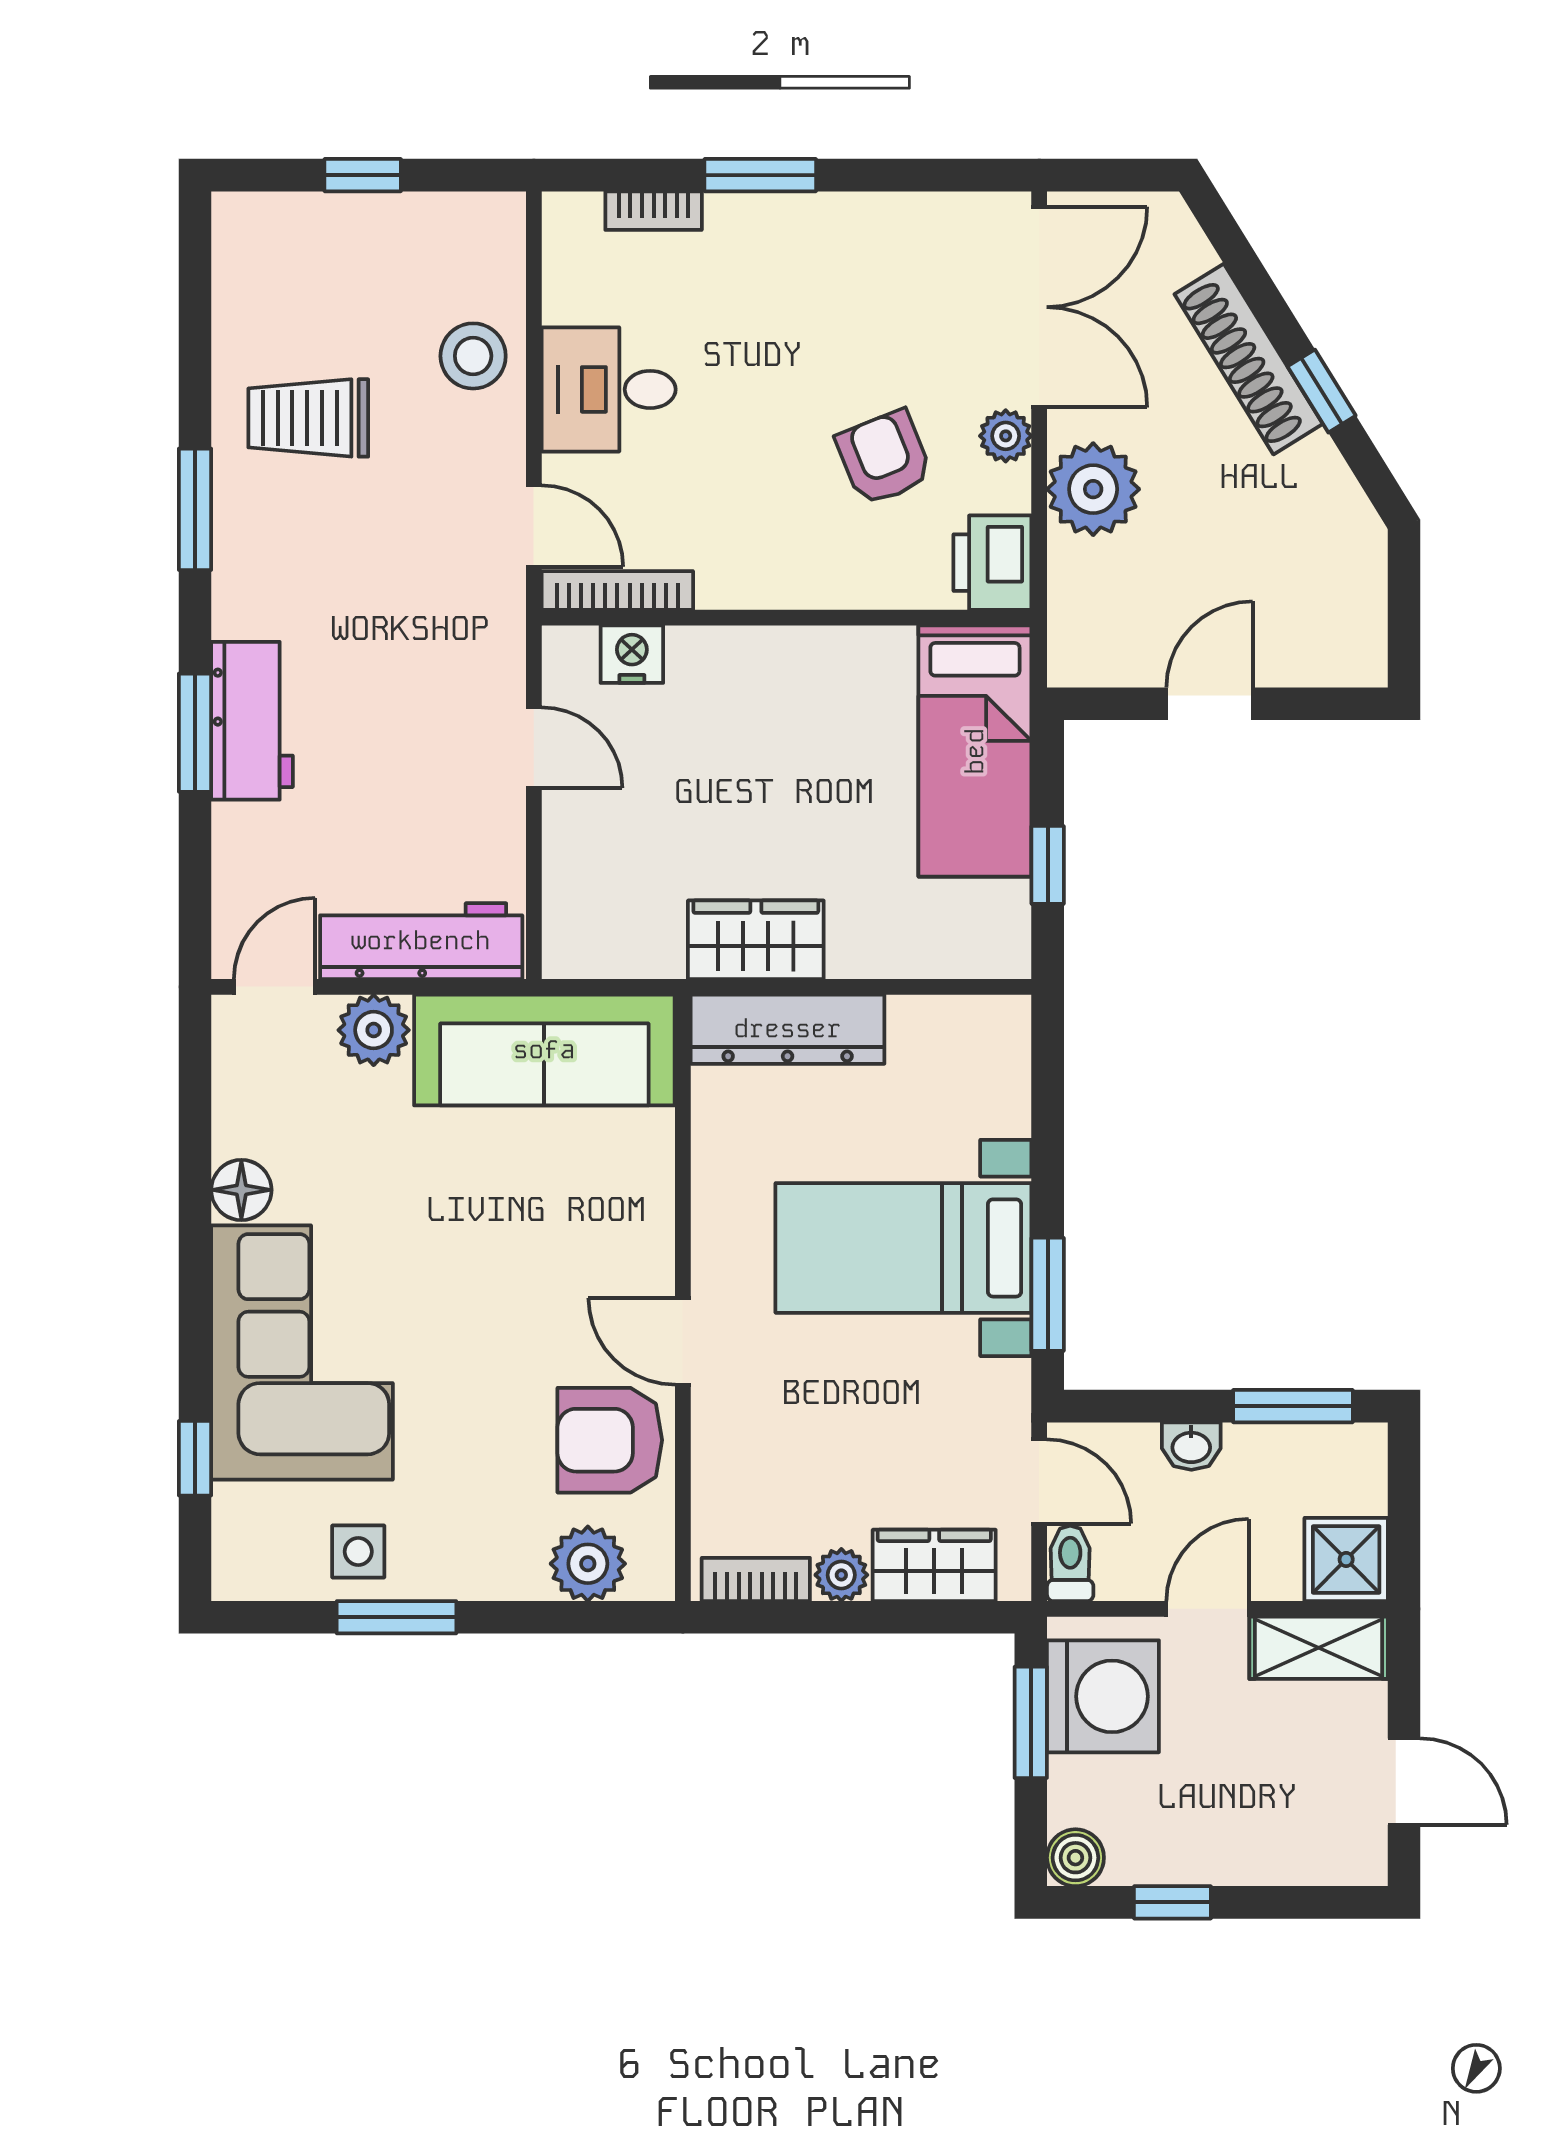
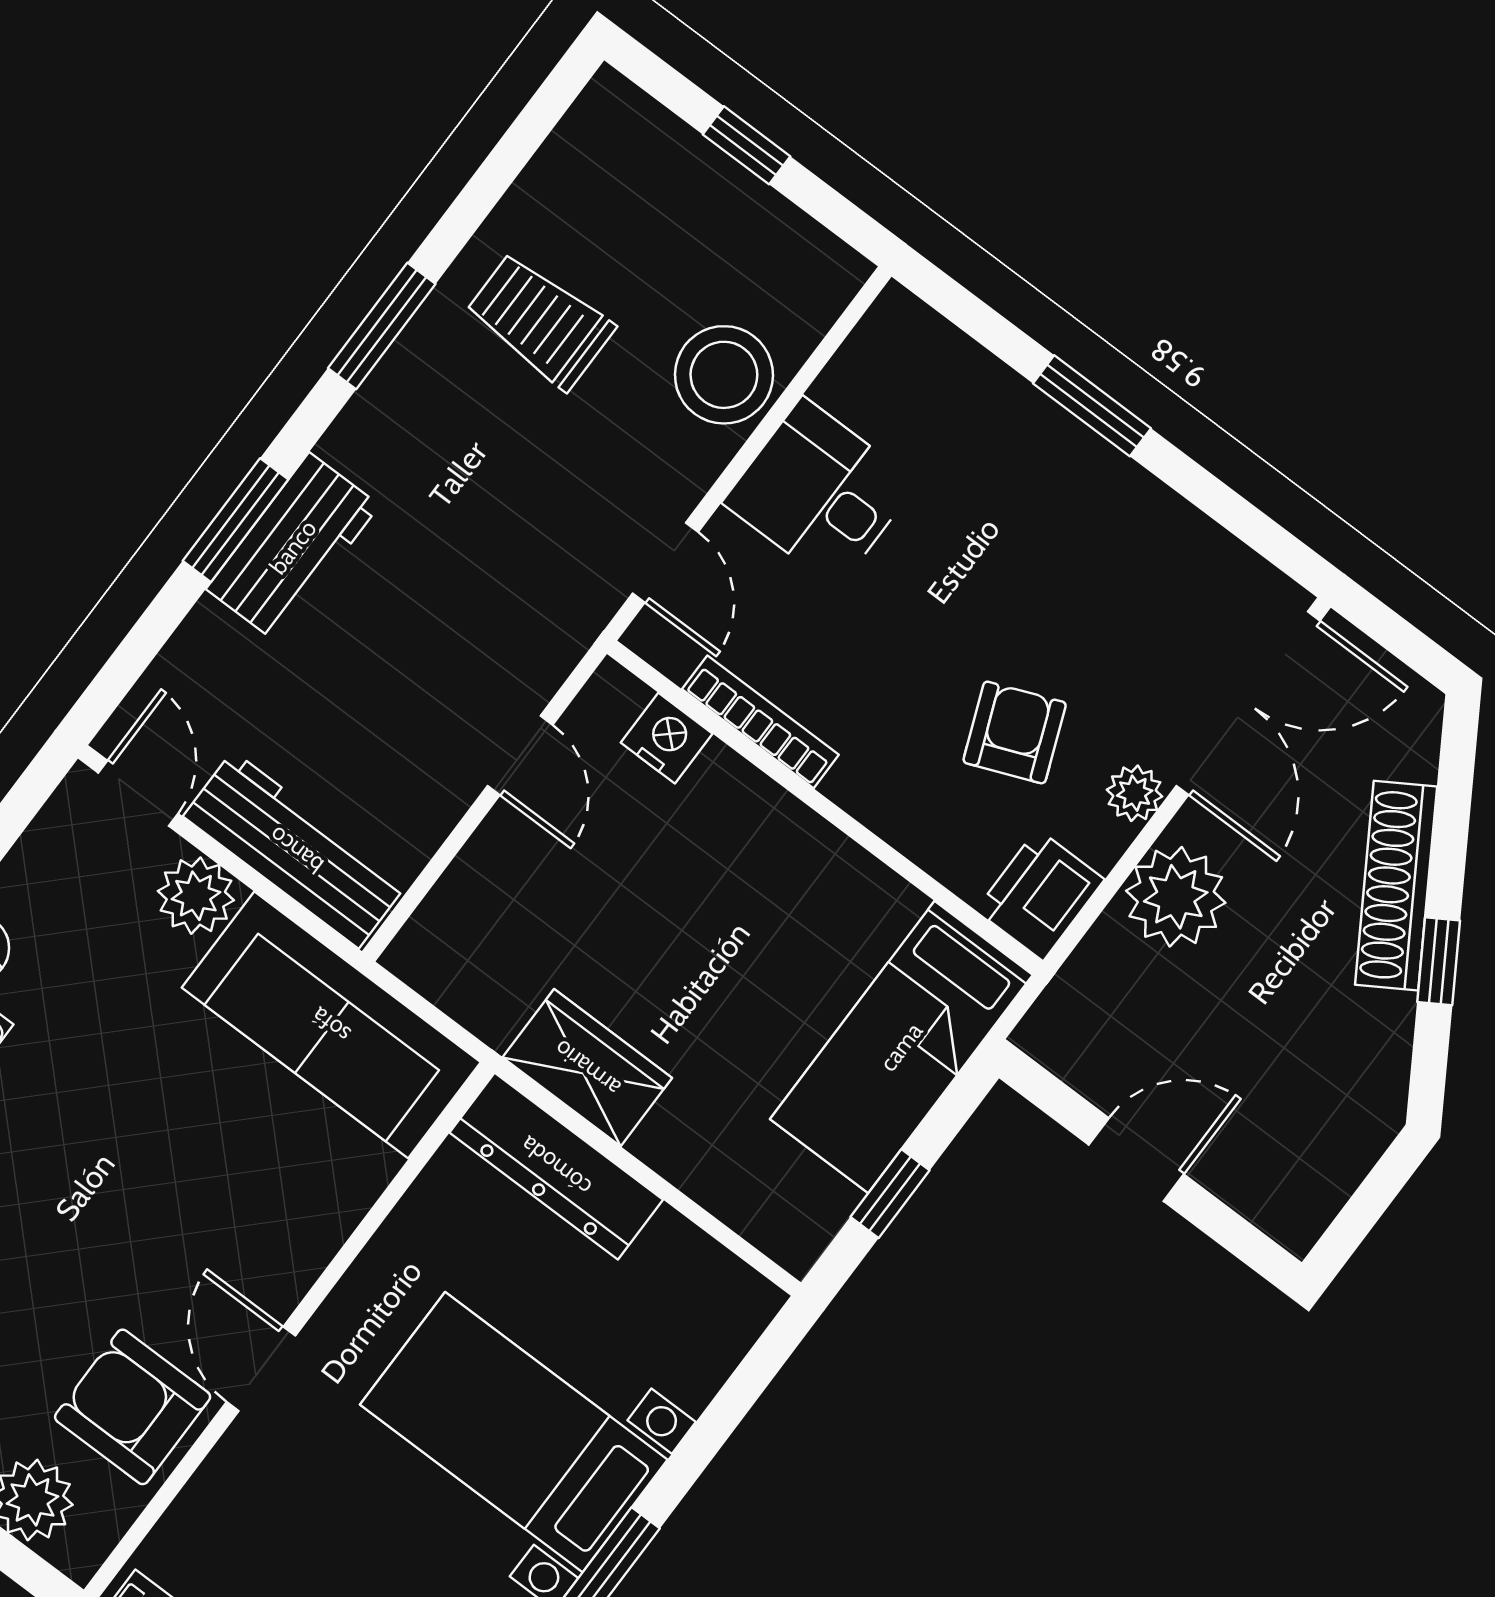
bookcase: (654, 211) -> (976, 367), removed
stool: (473, 356) -> (724, 375), width x1.38, depth x1.38
bookcase: (617, 590) -> (760, 722), moved
door: (275, 987) -> (138, 793), hinge flipped

